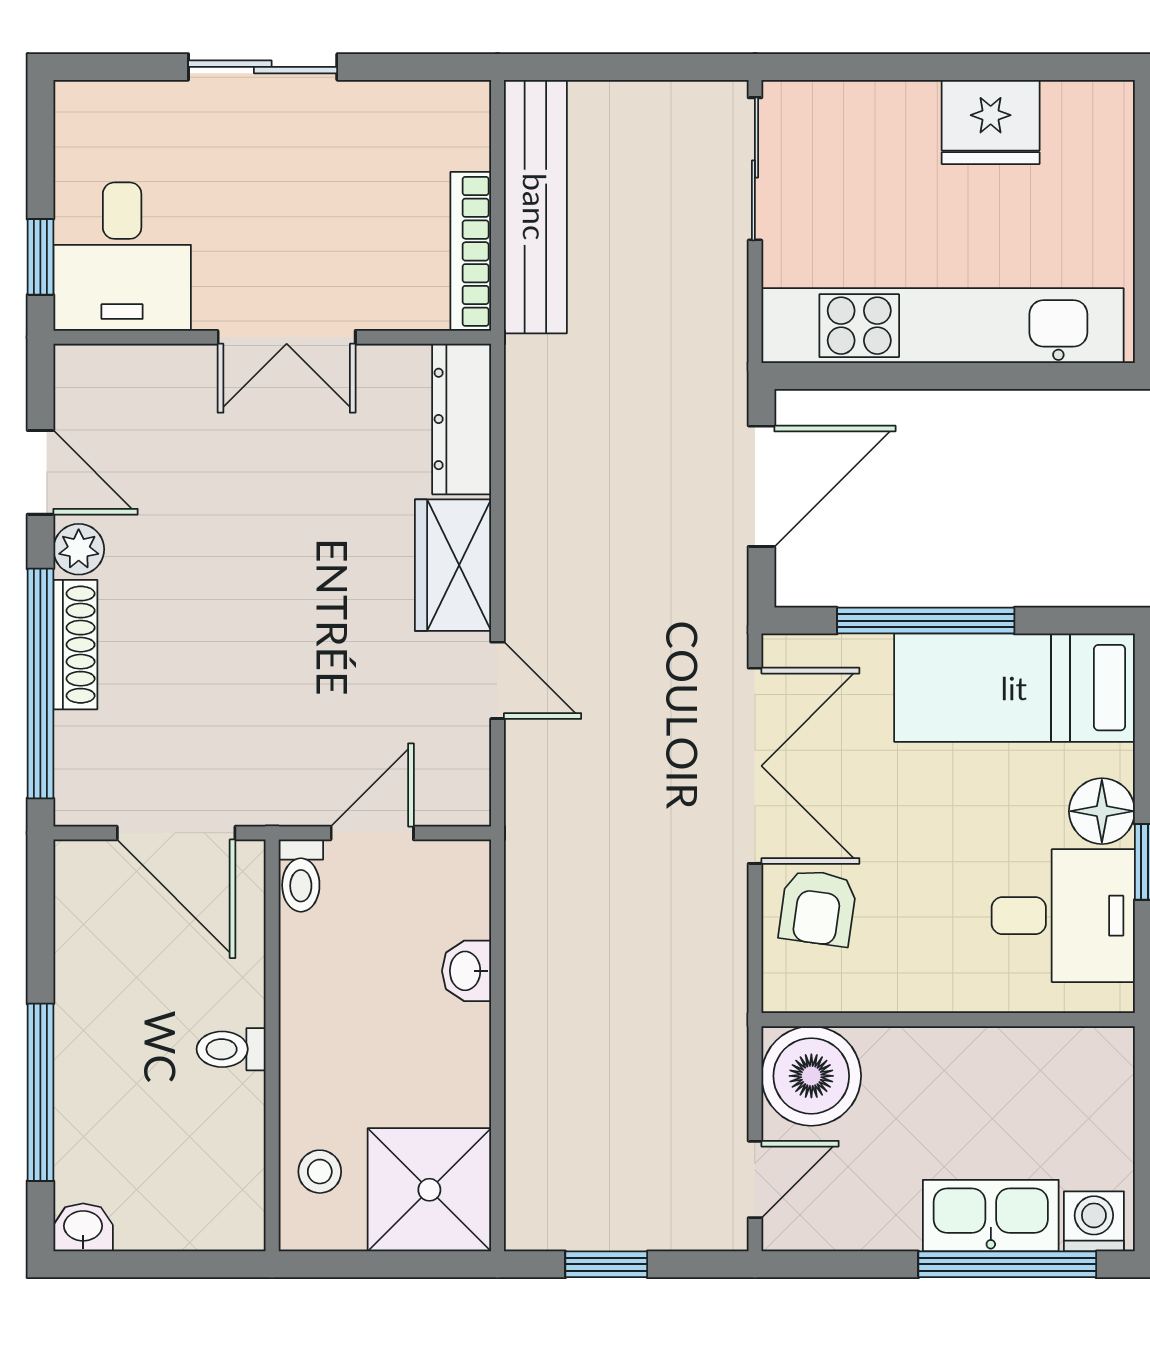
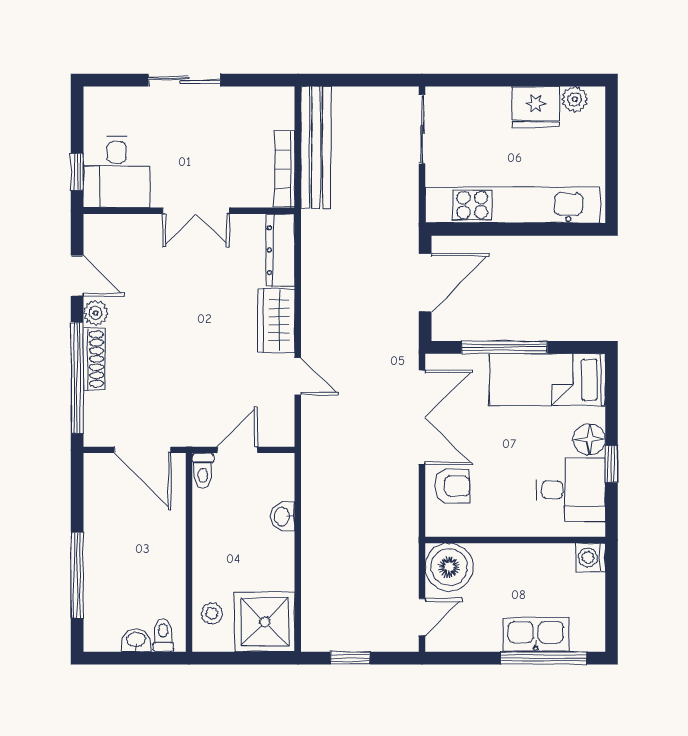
plant: (1071, 106) -> (575, 99), added
armchair: (818, 908) -> (452, 486), turned -98
toilet: (231, 1049) -> (163, 635), moved, turned 90
washing machine: (1094, 1221) -> (591, 558), moved, turned -90
washbasin: (83, 1227) -> (136, 640), moved

